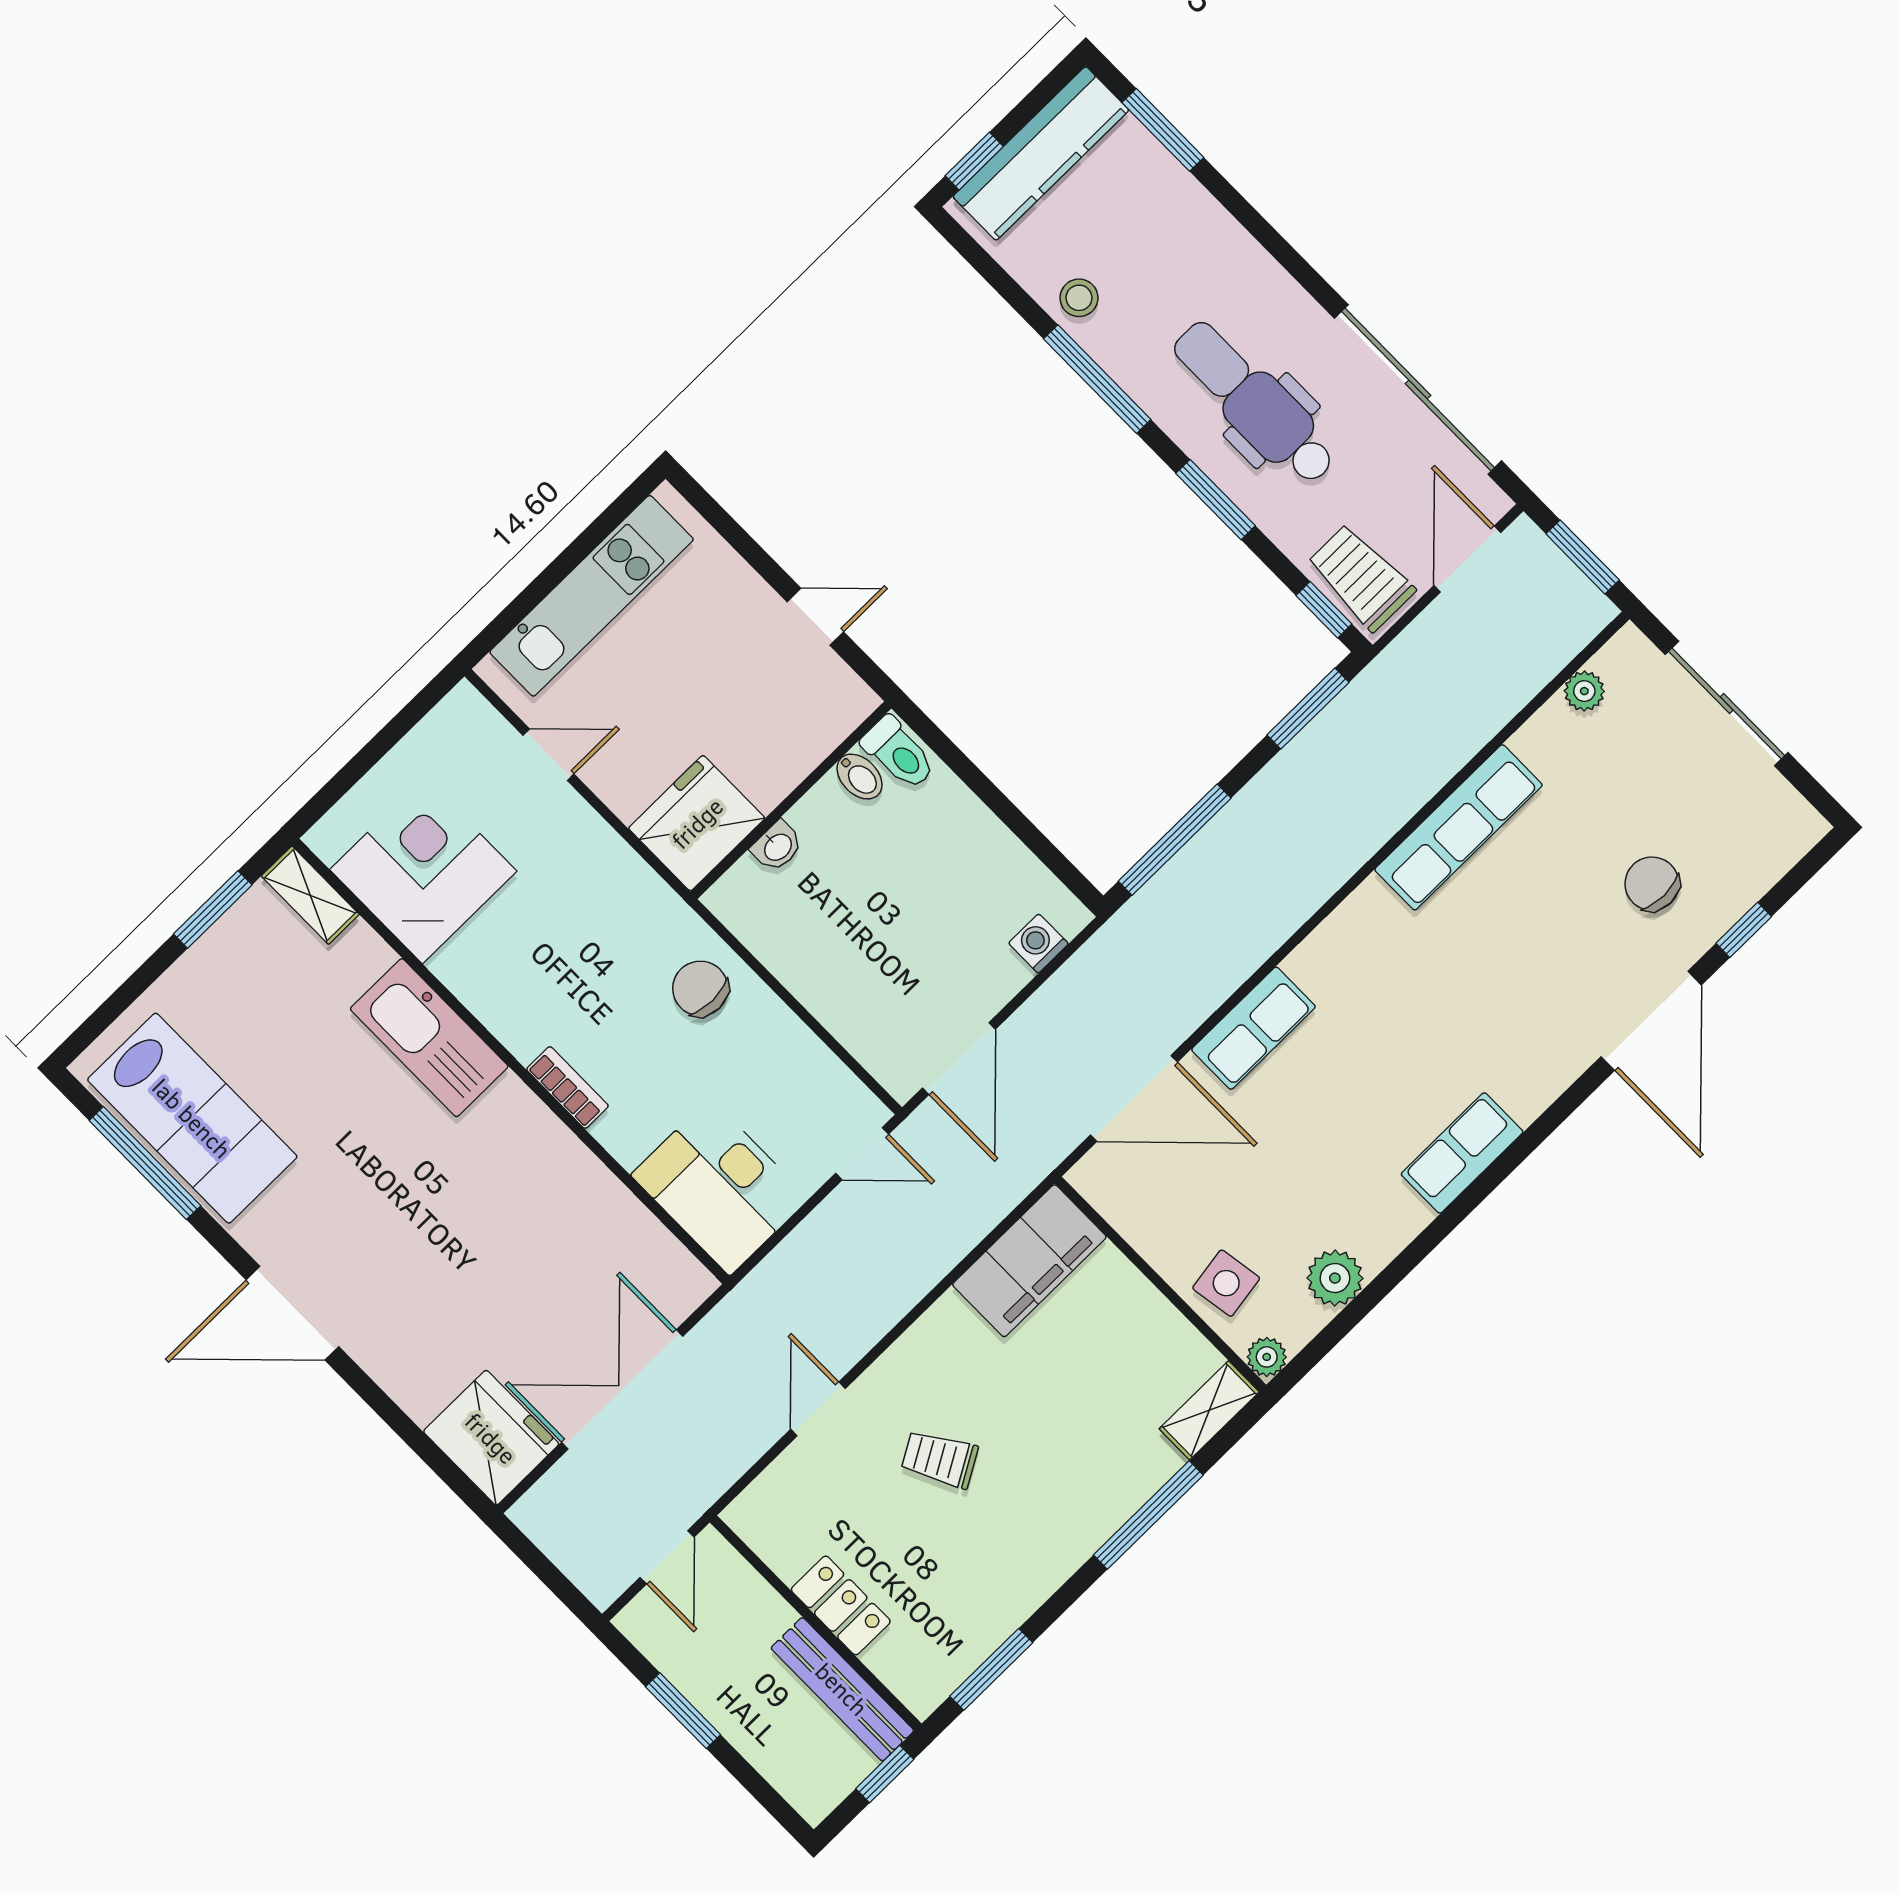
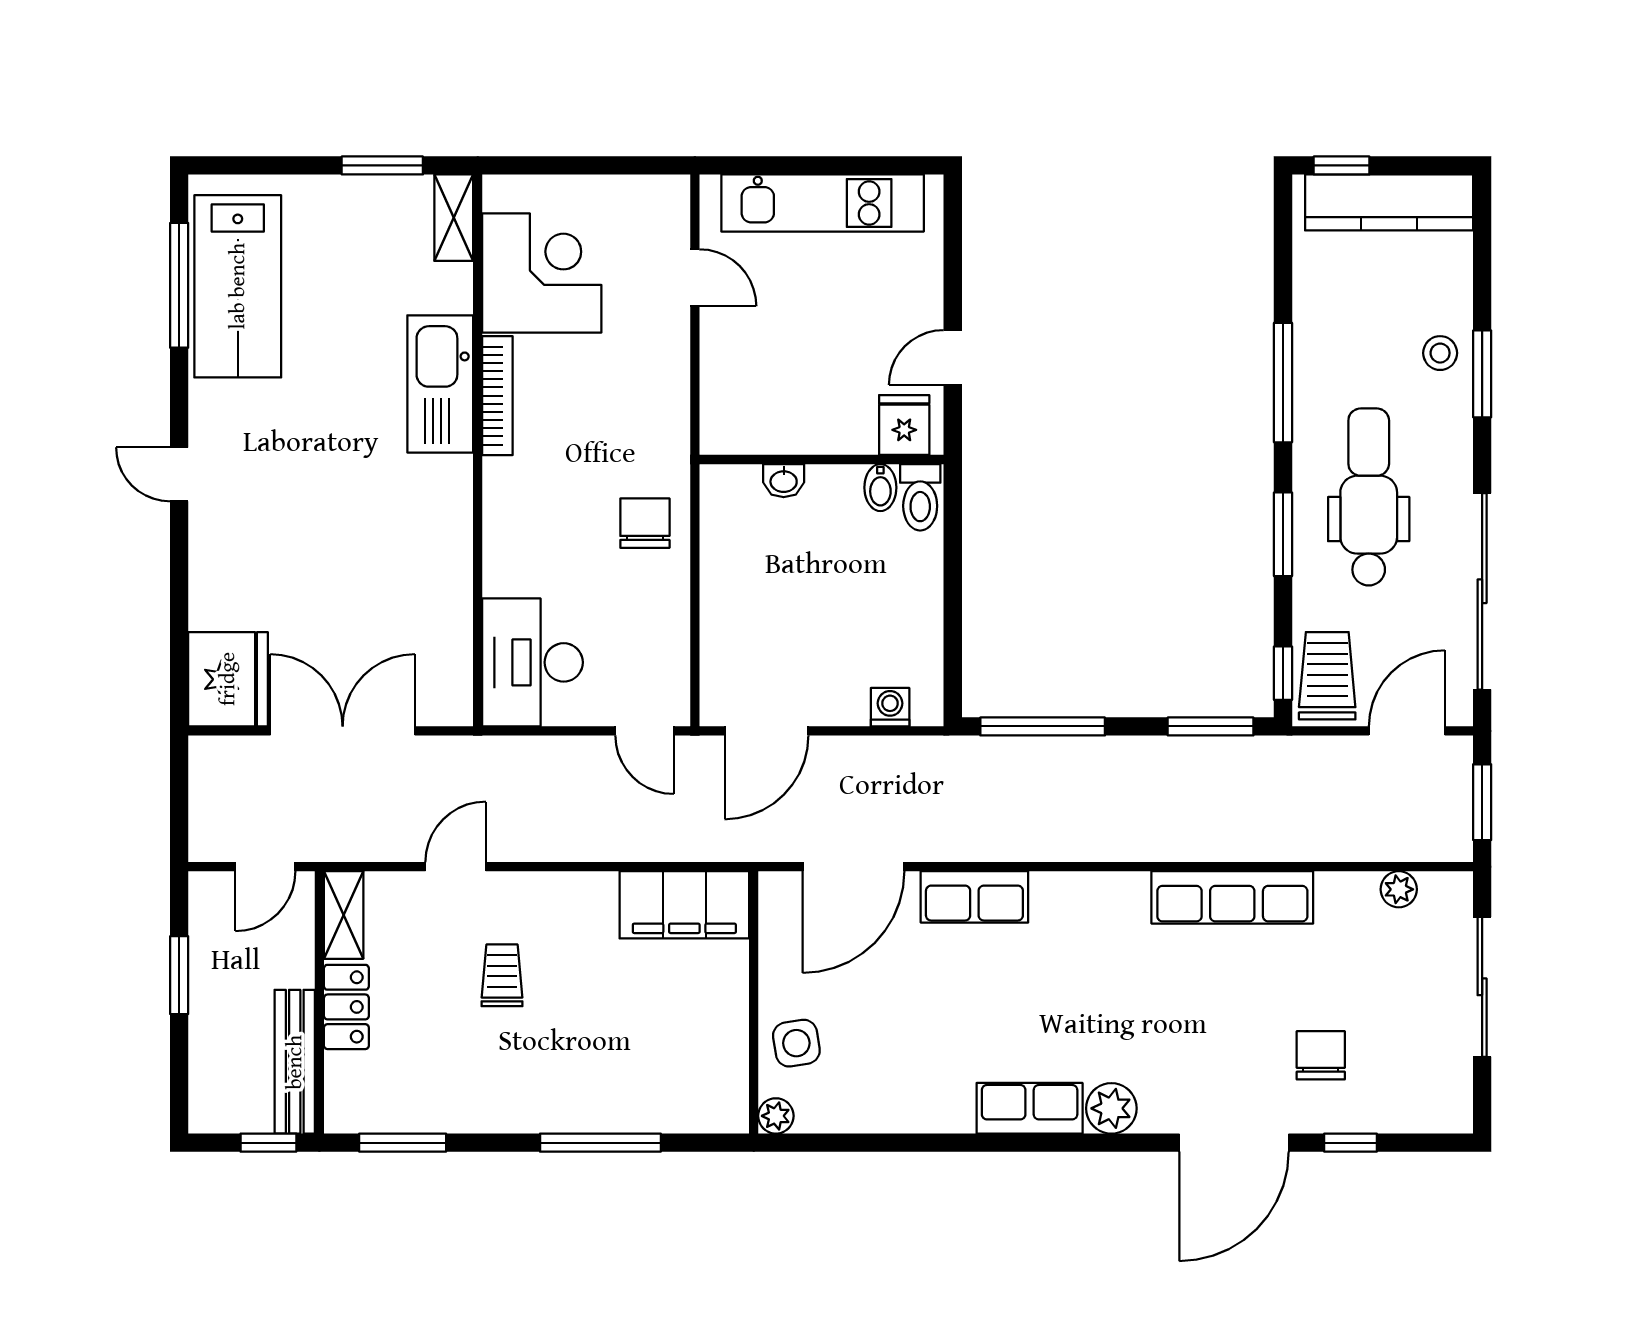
window: (1163, 130) -> (1482, 374), moved
stool: (1079, 298) -> (1440, 353), moved
door: (815, 617) -> (953, 357), swing flipped
fridge: (697, 823) -> (904, 425), moved, width x0.53, depth x0.75
bookcase: (567, 1088) -> (497, 396), moved, width x1.56
door: (1134, 1098) -> (854, 867), hinge flipped
plant: (1335, 1278) -> (1111, 1108), moved
door: (292, 1313) -> (179, 474), width x0.53
shelving: (1209, 1410) -> (344, 915), moved, turned 90
trolley: (940, 1459) -> (502, 975), turned 30

